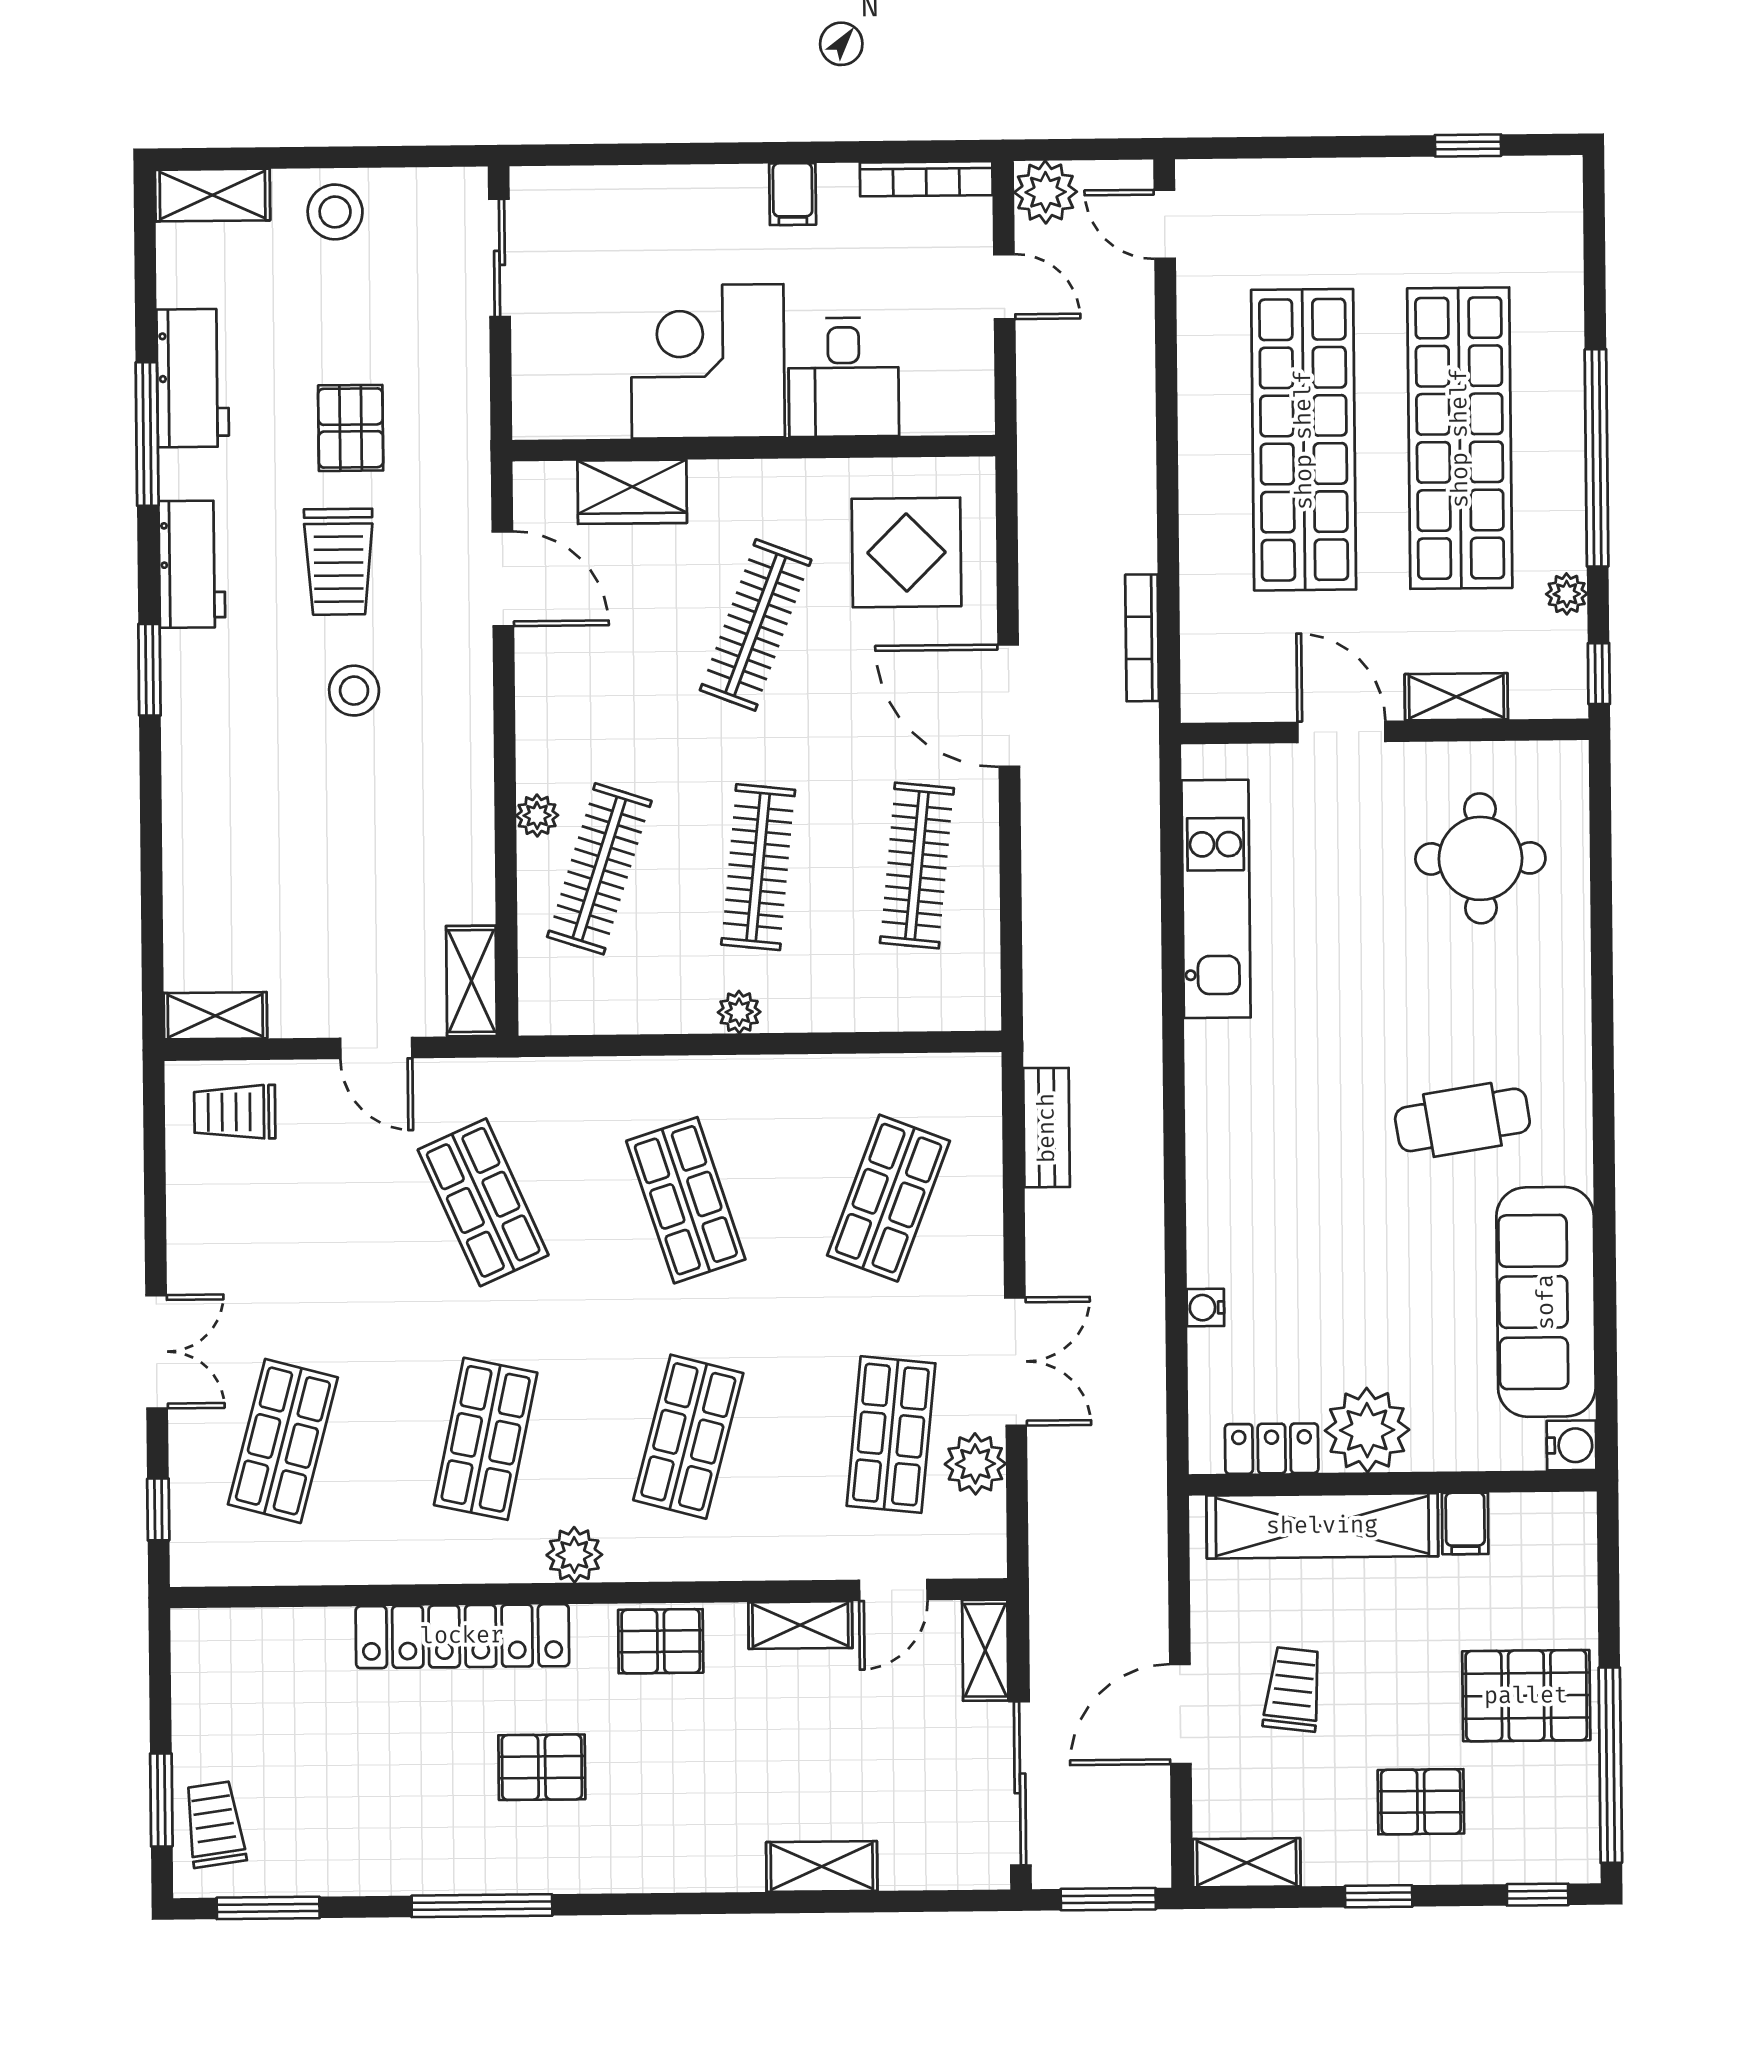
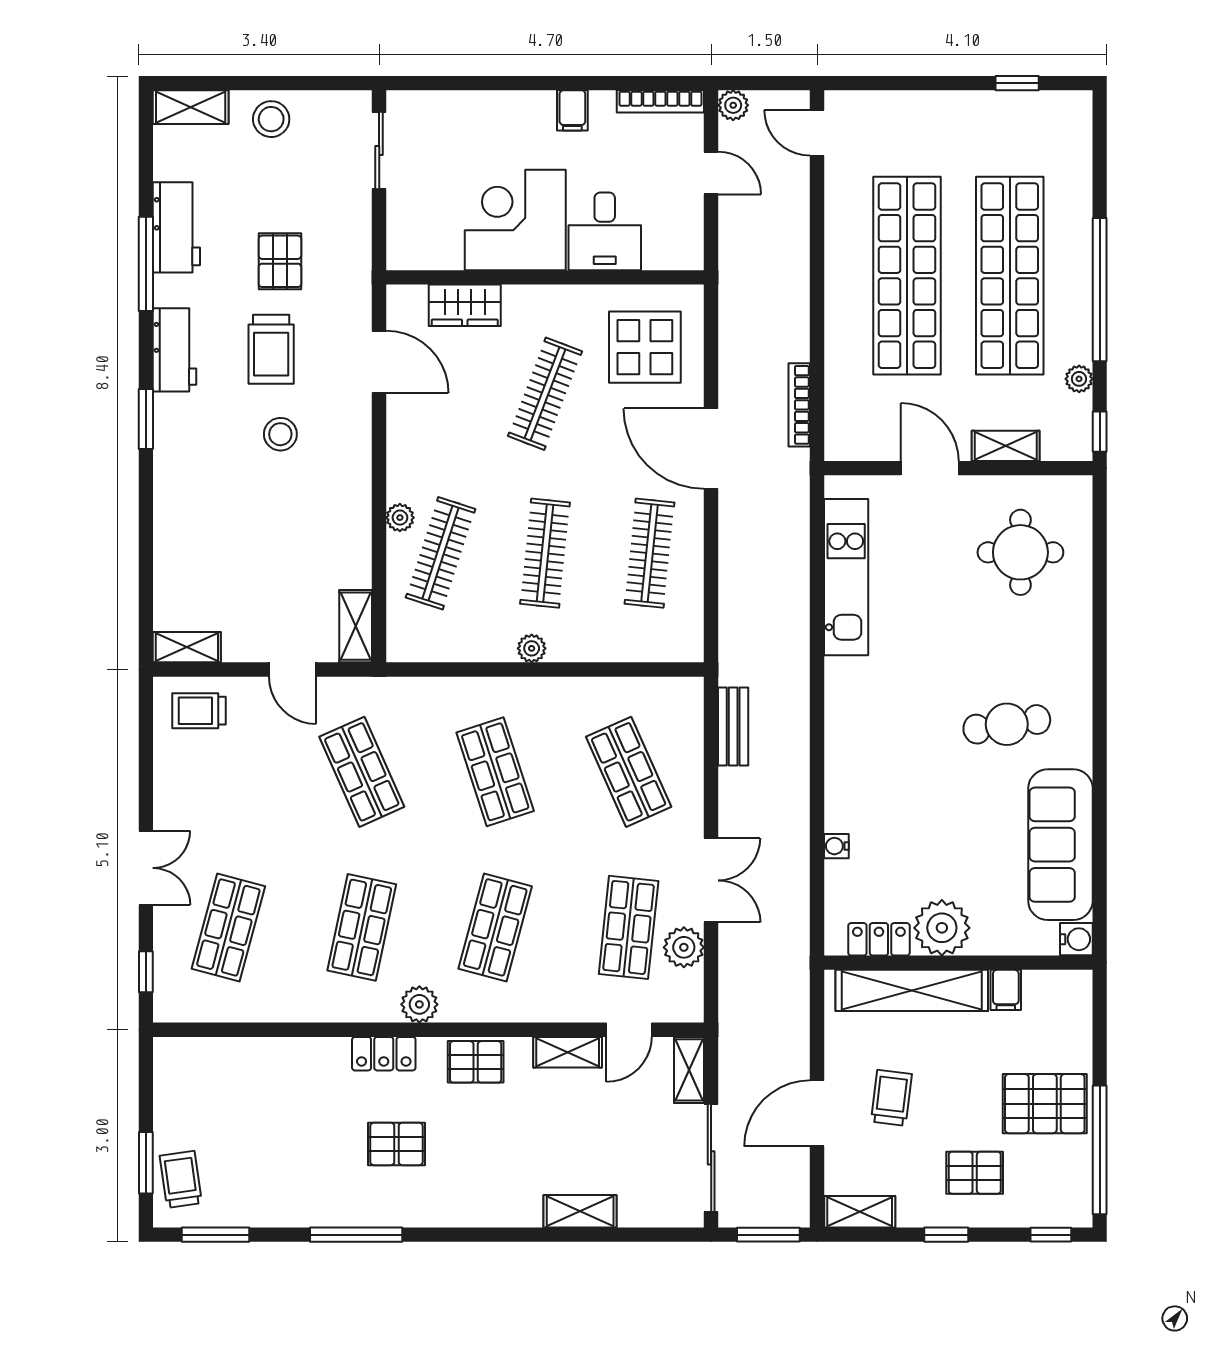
plant: (1046, 192) -> (733, 105), width x0.73, depth x0.73
shop shelf: (889, 1198) -> (629, 772), turned -45
locker: (462, 1636) -> (384, 1054), width x0.46, depth x0.83

